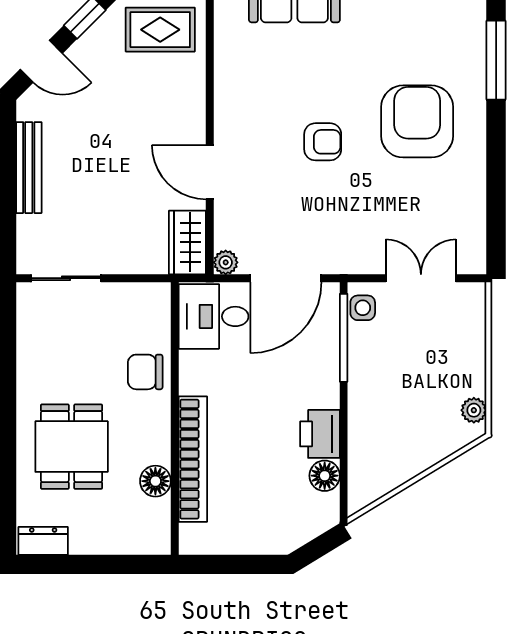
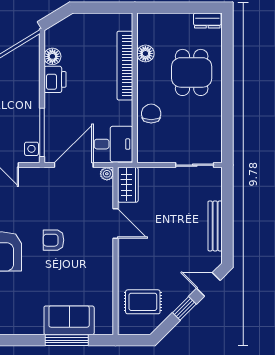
chair: (145, 372) -> (151, 114), turned -90

